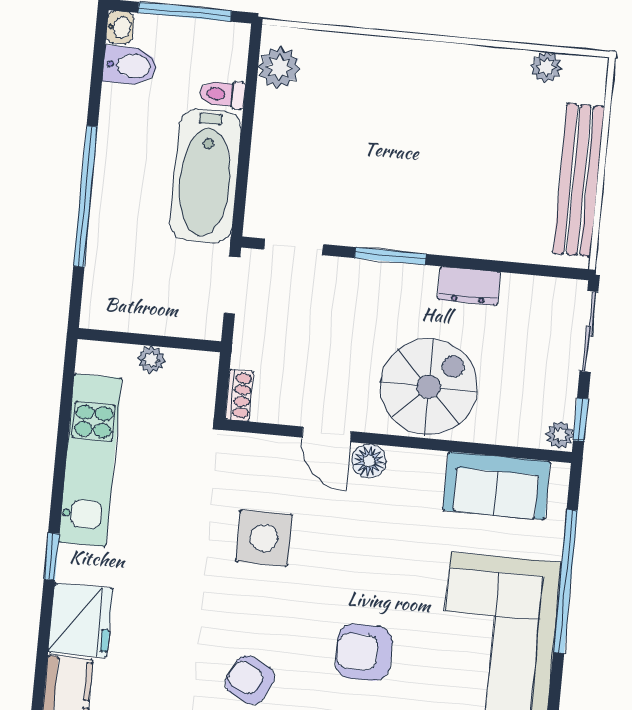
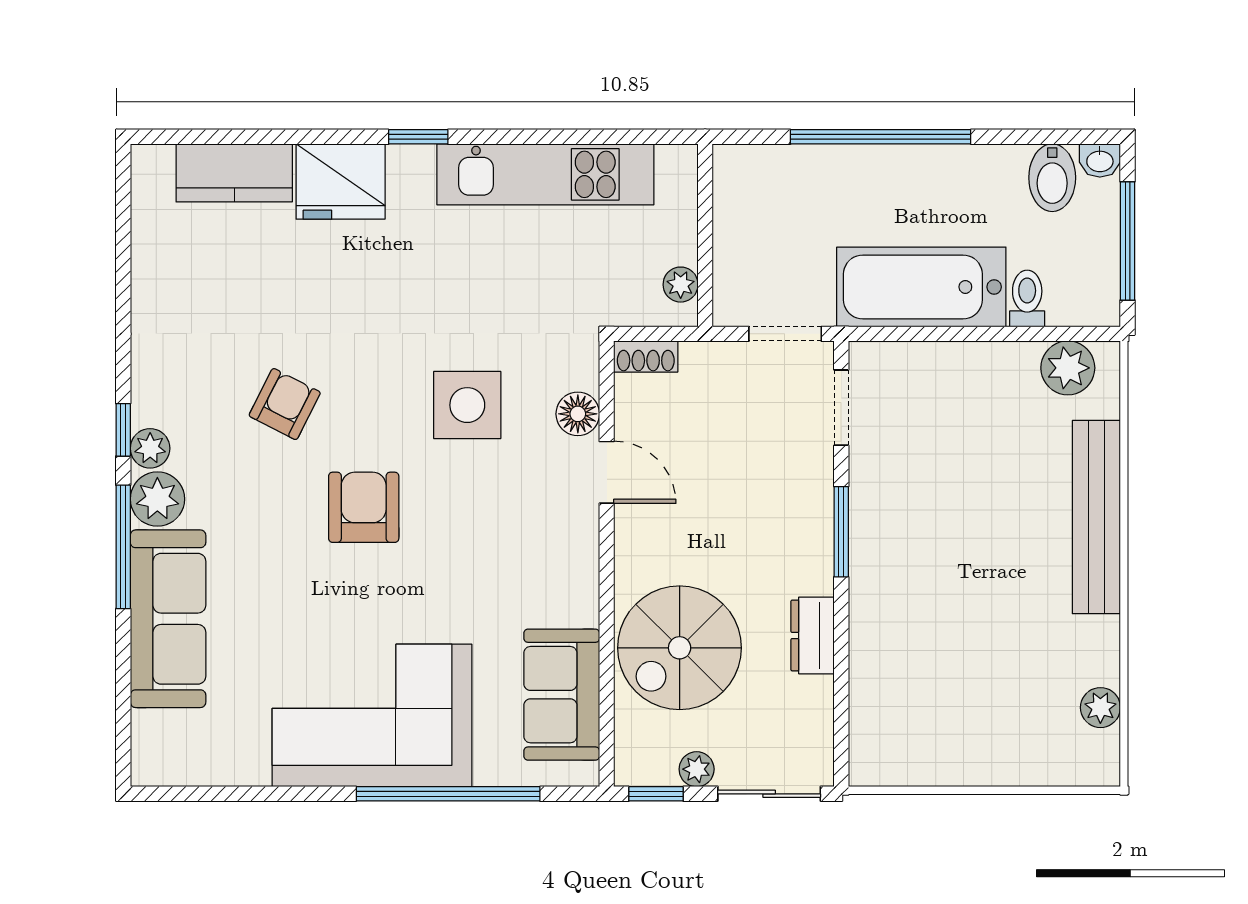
bench: (579, 180) -> (1096, 517), moved, turned 90
plant: (151, 360) -> (681, 285), moved
spiral stairs: (429, 387) -> (680, 648), moved, turned 90
door: (327, 434) -> (607, 472), swing flipped
plant: (560, 435) -> (697, 769), moved
floor lamp: (369, 461) -> (578, 414), moved
armchair: (364, 652) -> (364, 507), moved

